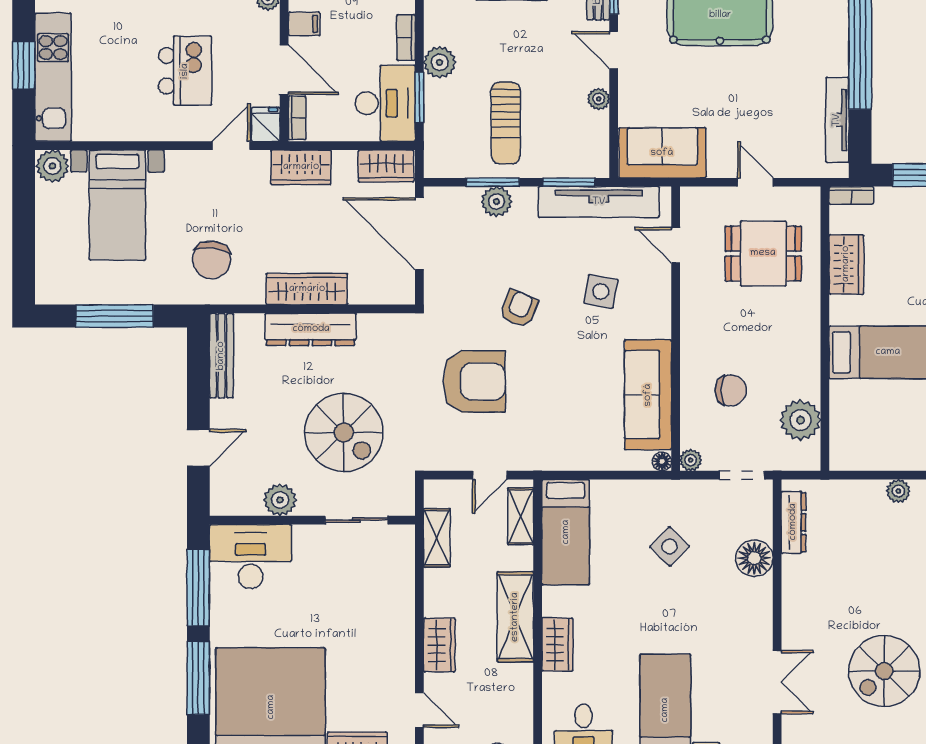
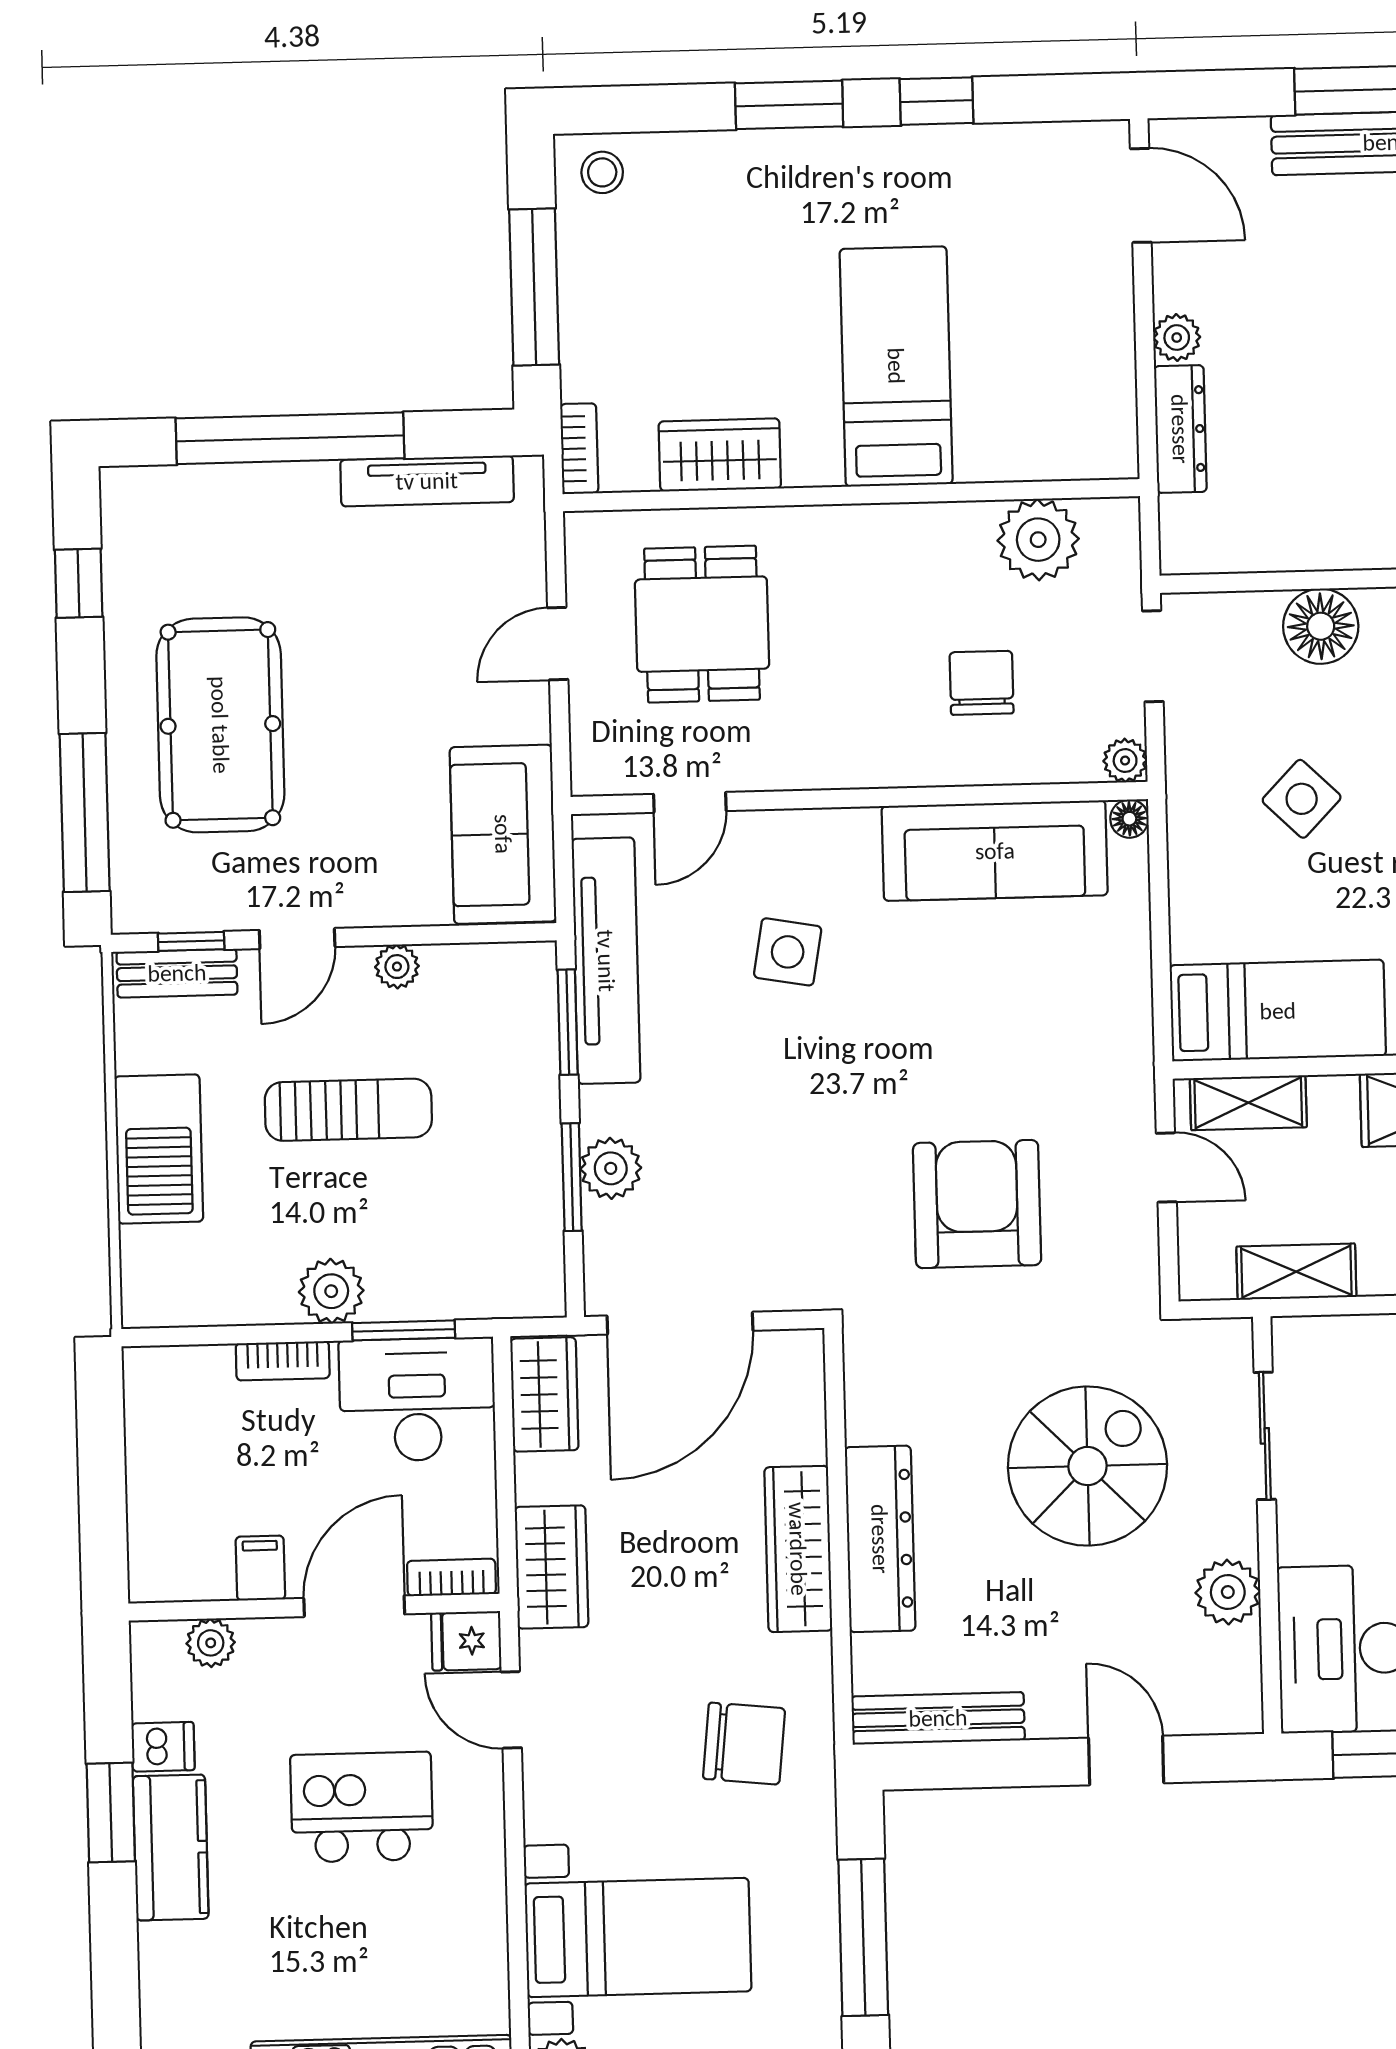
sun lounger: (506, 123) -> (348, 1110), moved
armchair: (519, 309) -> (827, 1117), removed
dresser: (793, 522) -> (1180, 429), moved, turned 90

